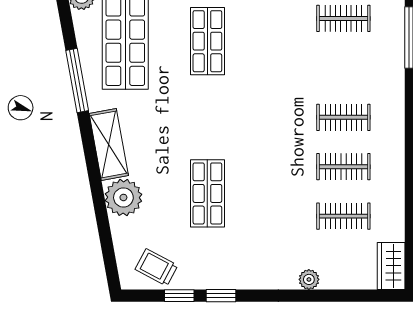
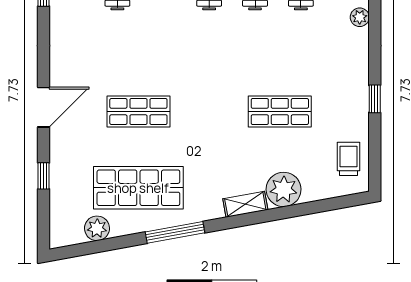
shelving: (109, 144) -> (245, 204), width x0.67, depth x0.75
trolley: (156, 267) -> (348, 159), turned 152
window: (179, 296) -> (375, 138), removed

